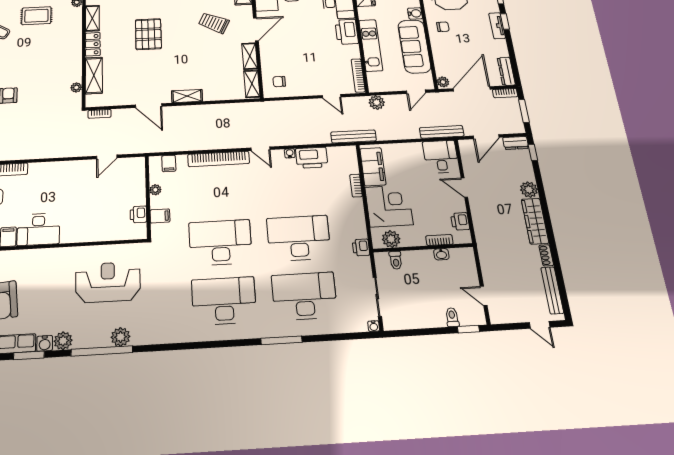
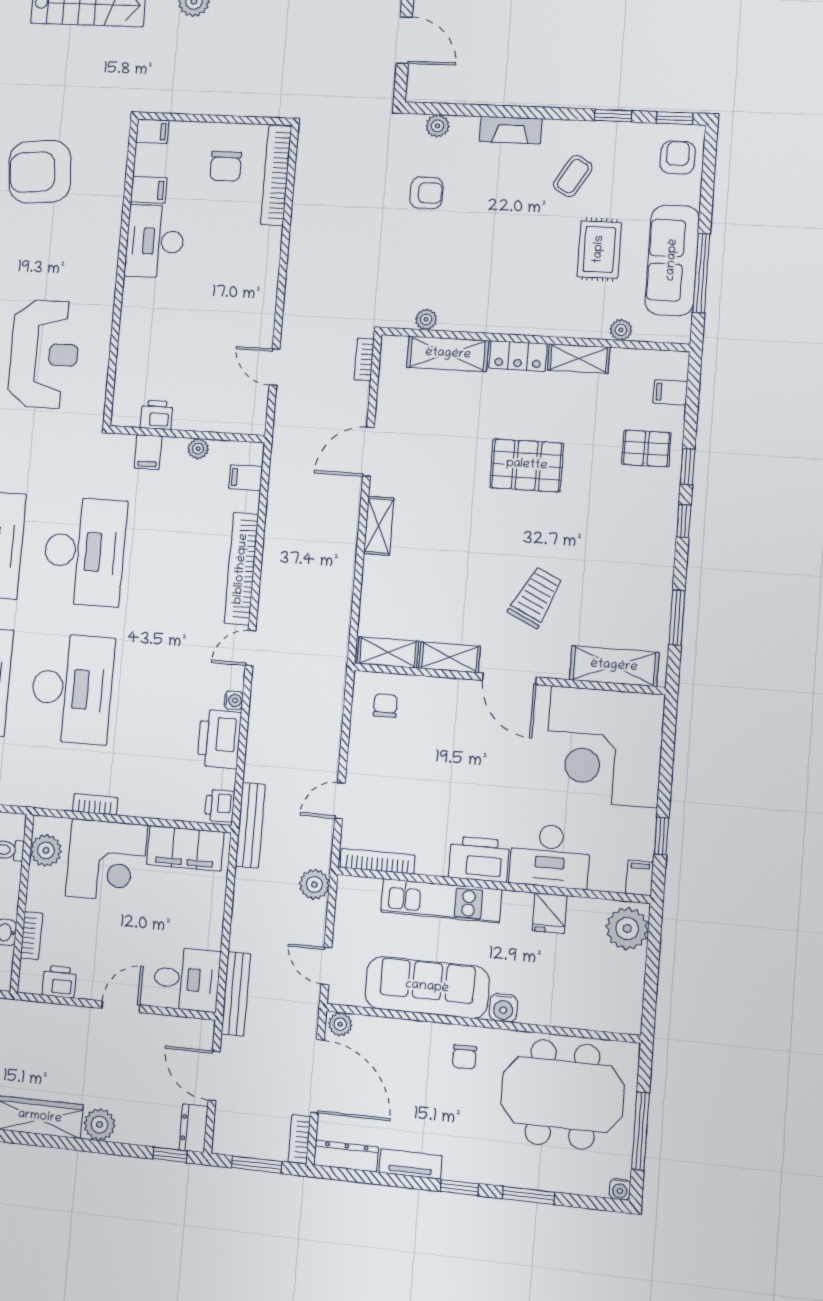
tv unit: (497, 26) -> (411, 1164), moved
bookcase: (356, 186) -> (95, 804), moved
printer: (361, 247) -> (220, 806), moved, turned -90

